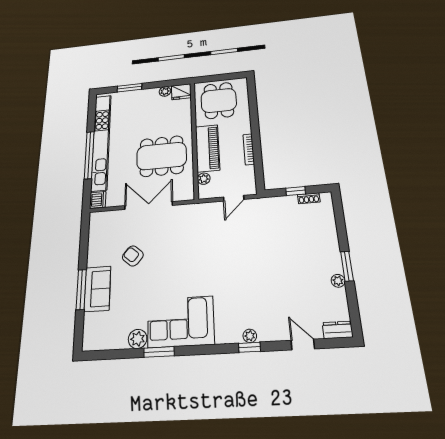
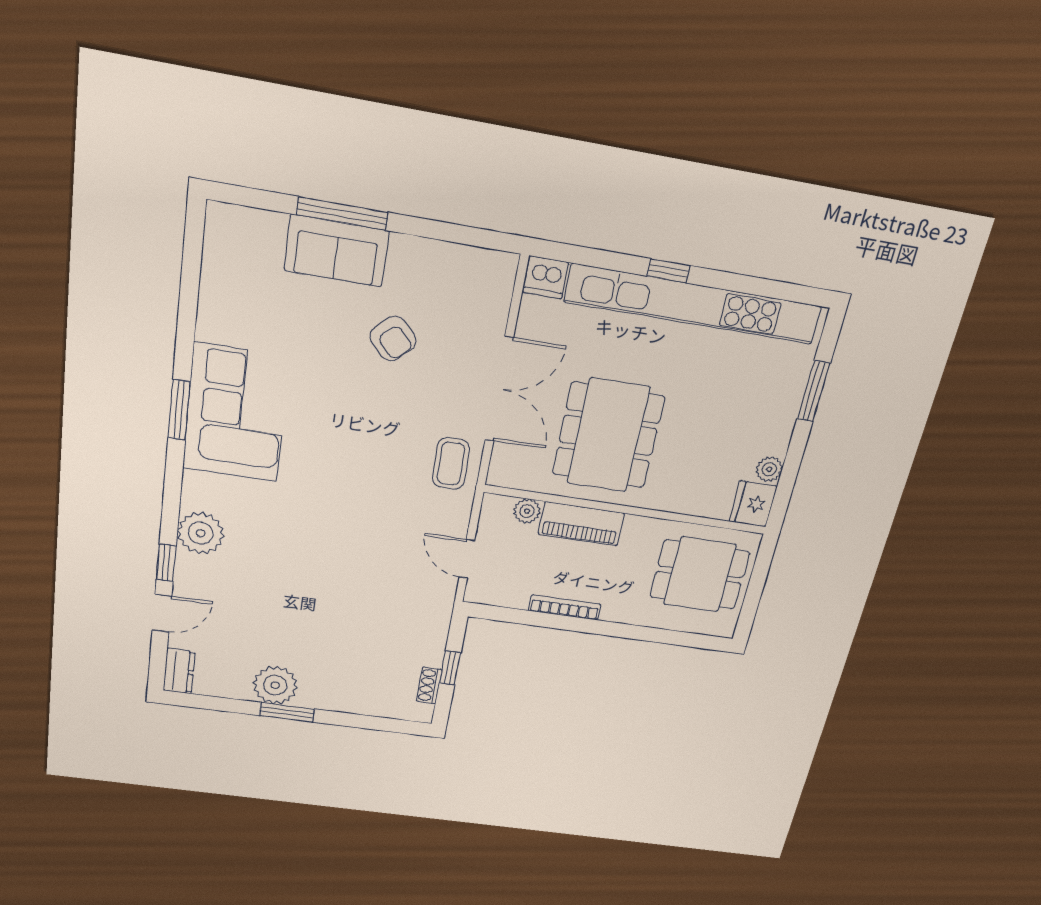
piano: (207, 148) -> (581, 524), width x0.73, depth x0.75
window: (89, 155) -> (668, 271), width x0.32
coffee table: (187, 217) -> (451, 464), added
armchair: (133, 256) -> (393, 339), turned 96
plant: (338, 281) -> (275, 685), width x1.87, depth x1.87
plant: (250, 336) -> (201, 533), width x1.87, depth x1.87
plant: (138, 339) -> (215, 323), removed
window: (249, 347) -> (166, 563), moved
window: (159, 352) -> (179, 410), moved

